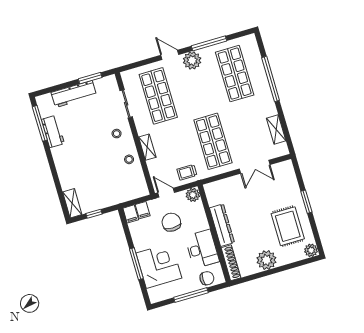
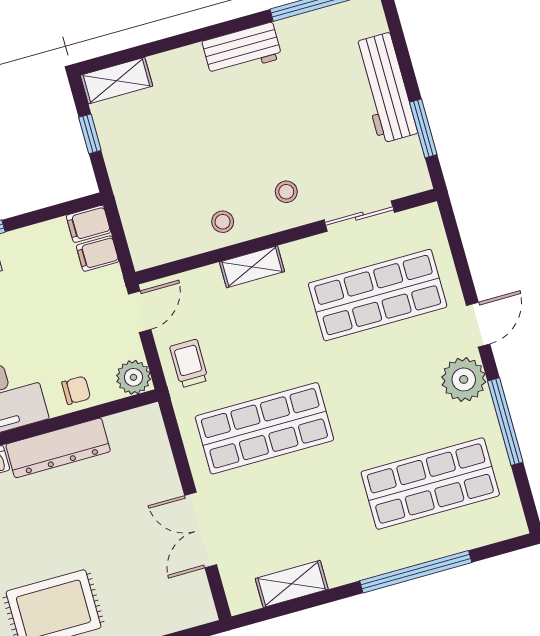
workbench: (53, 131) -> (242, 50), moved
chair: (171, 222) -> (76, 390), moved, width x0.54, depth x0.54

